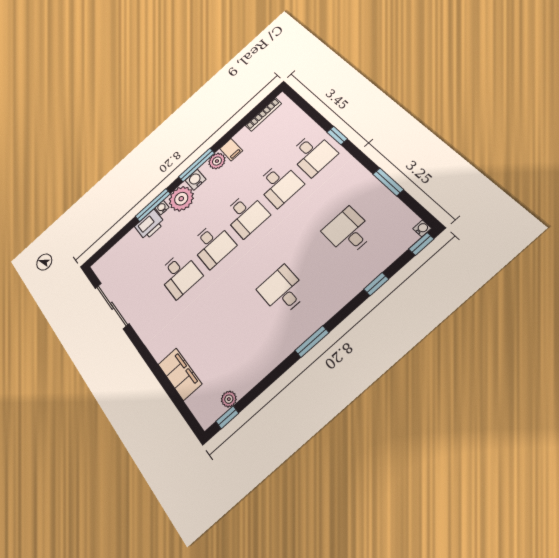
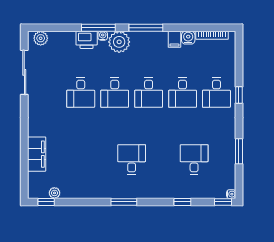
plant: (217, 161) -> (41, 38), moved
water cooler: (196, 180) -> (188, 38), moved

